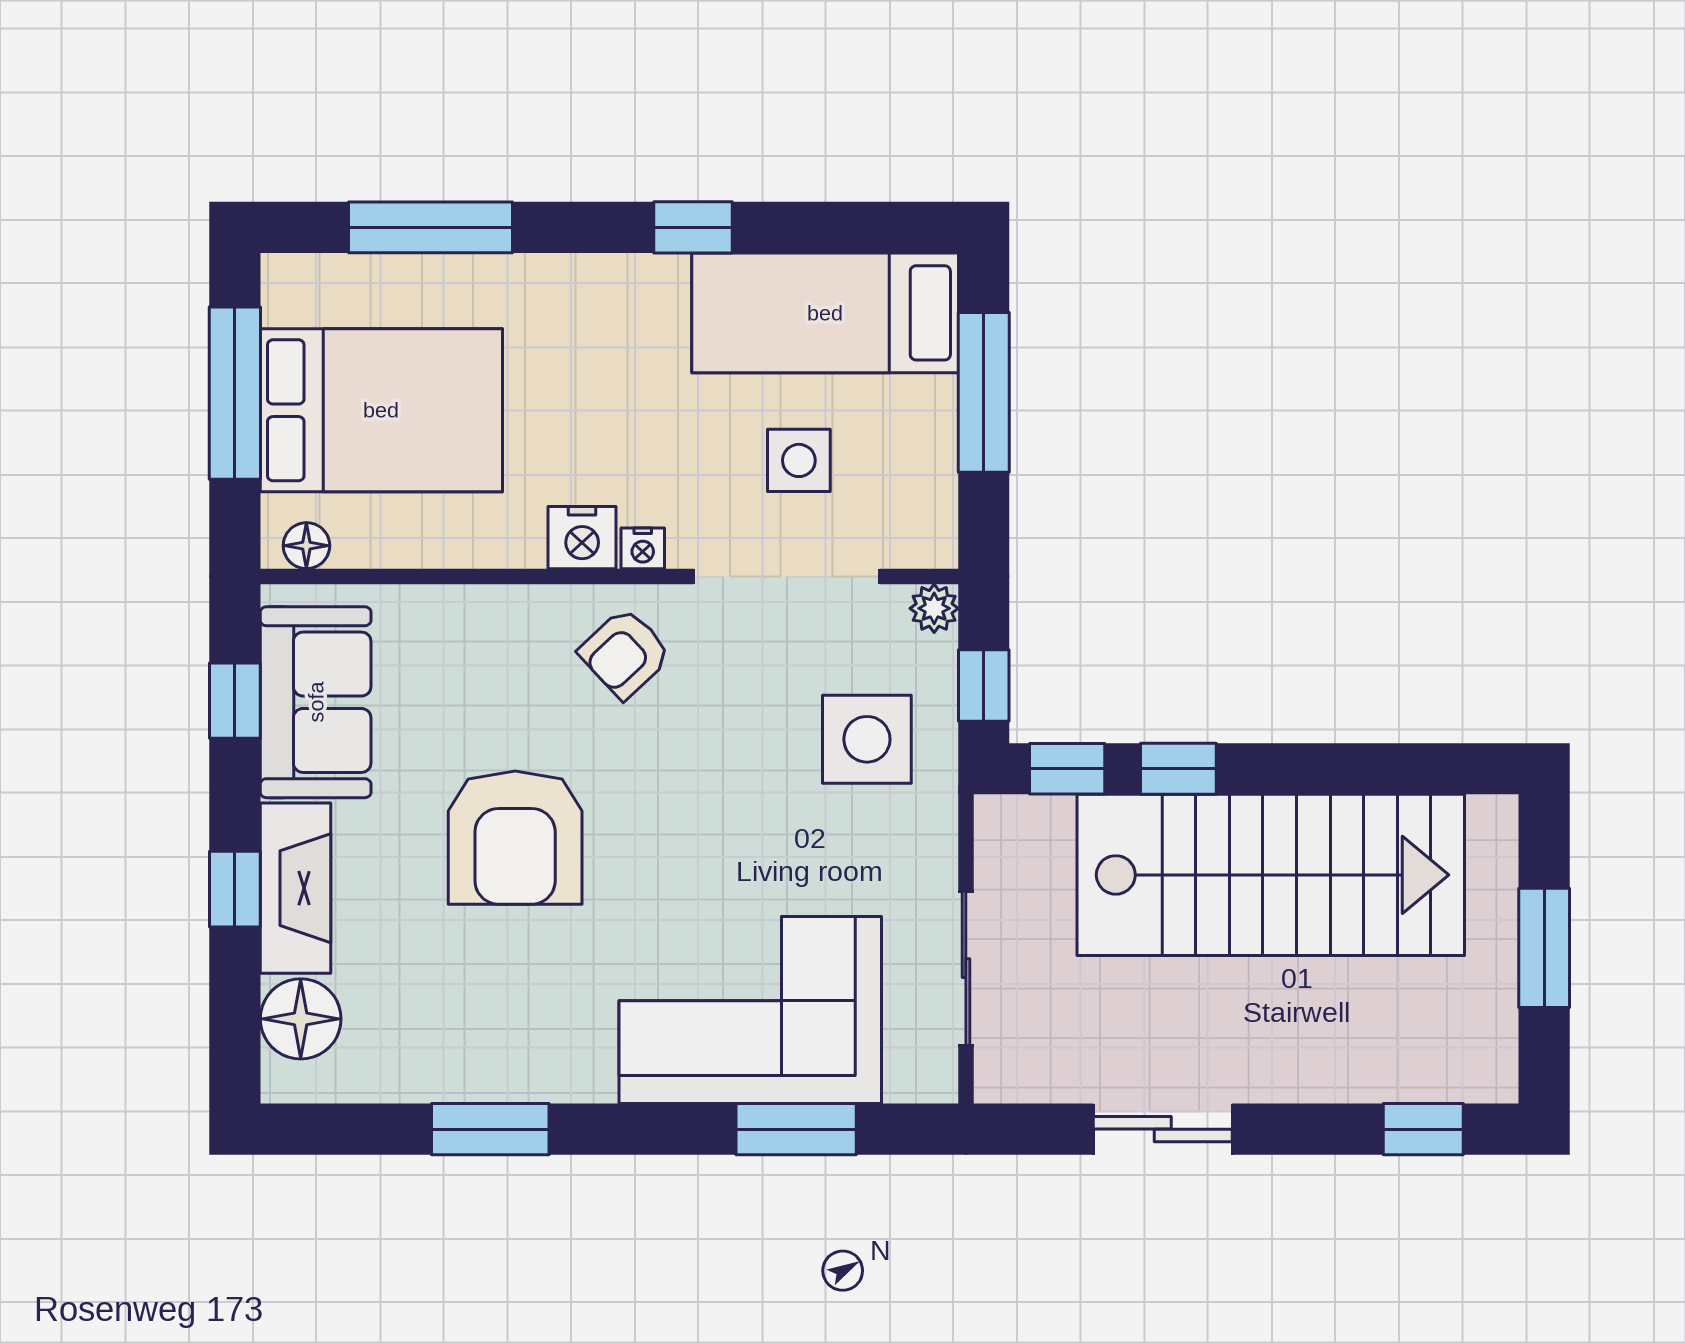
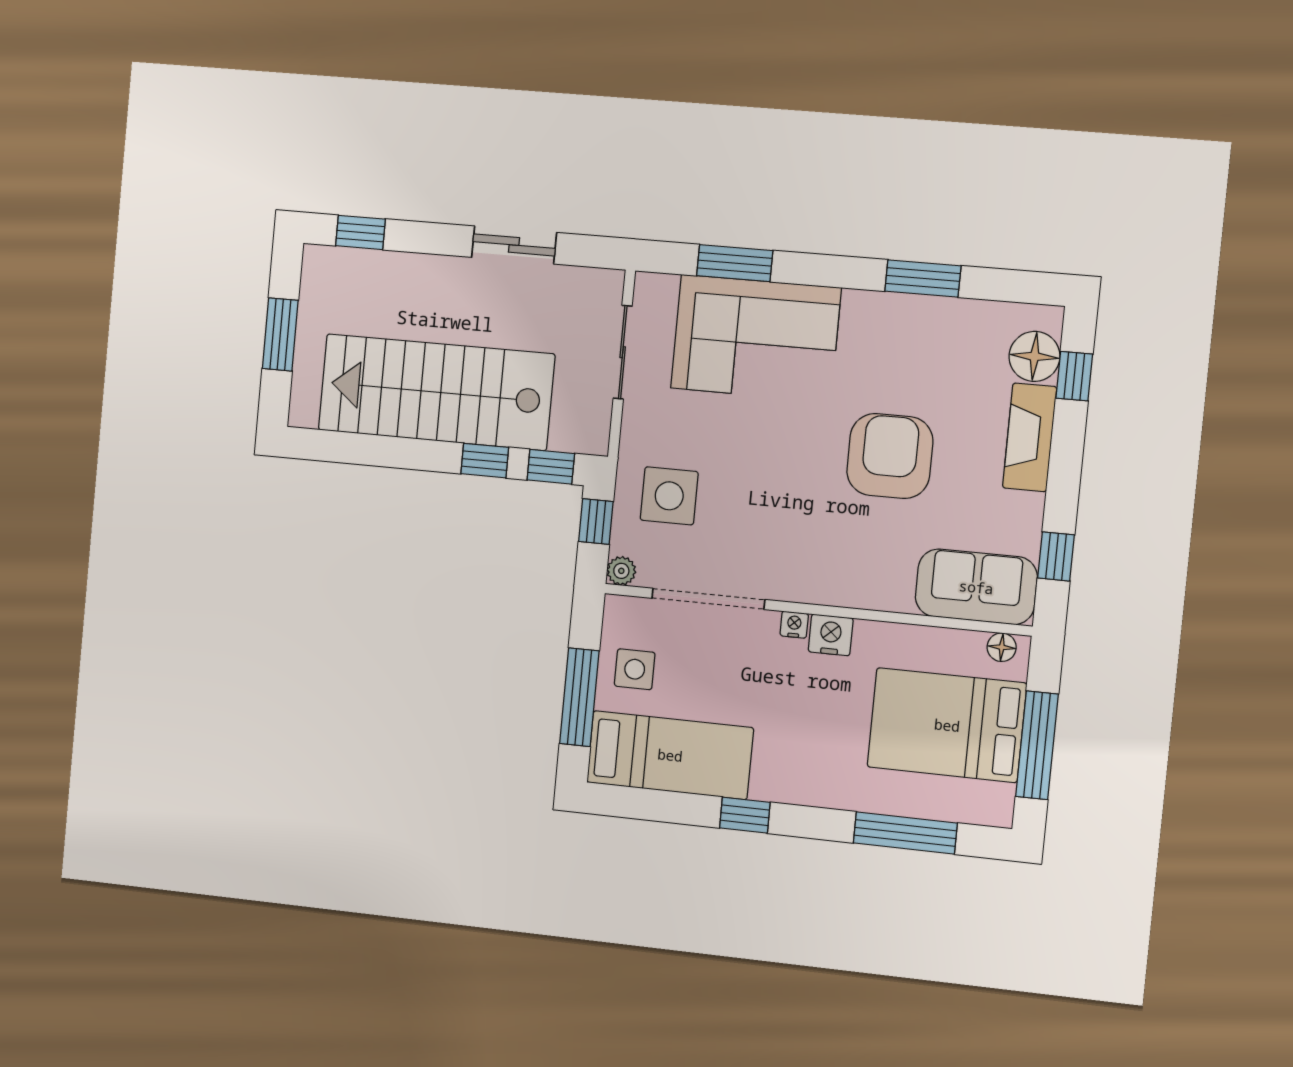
side table: (799, 460) -> (635, 669), moved
armchair: (625, 653) -> (811, 562), removed
sofa: (316, 702) -> (976, 587), moved, turned 90
window: (235, 889) -> (1074, 376), moved

